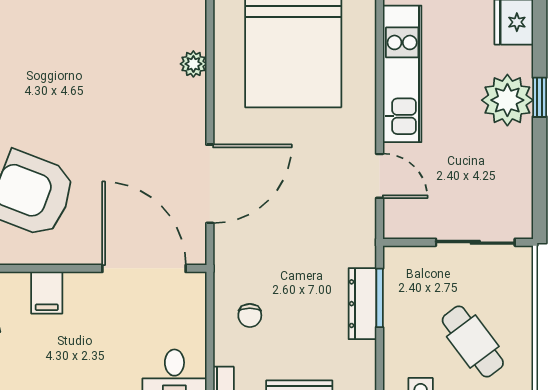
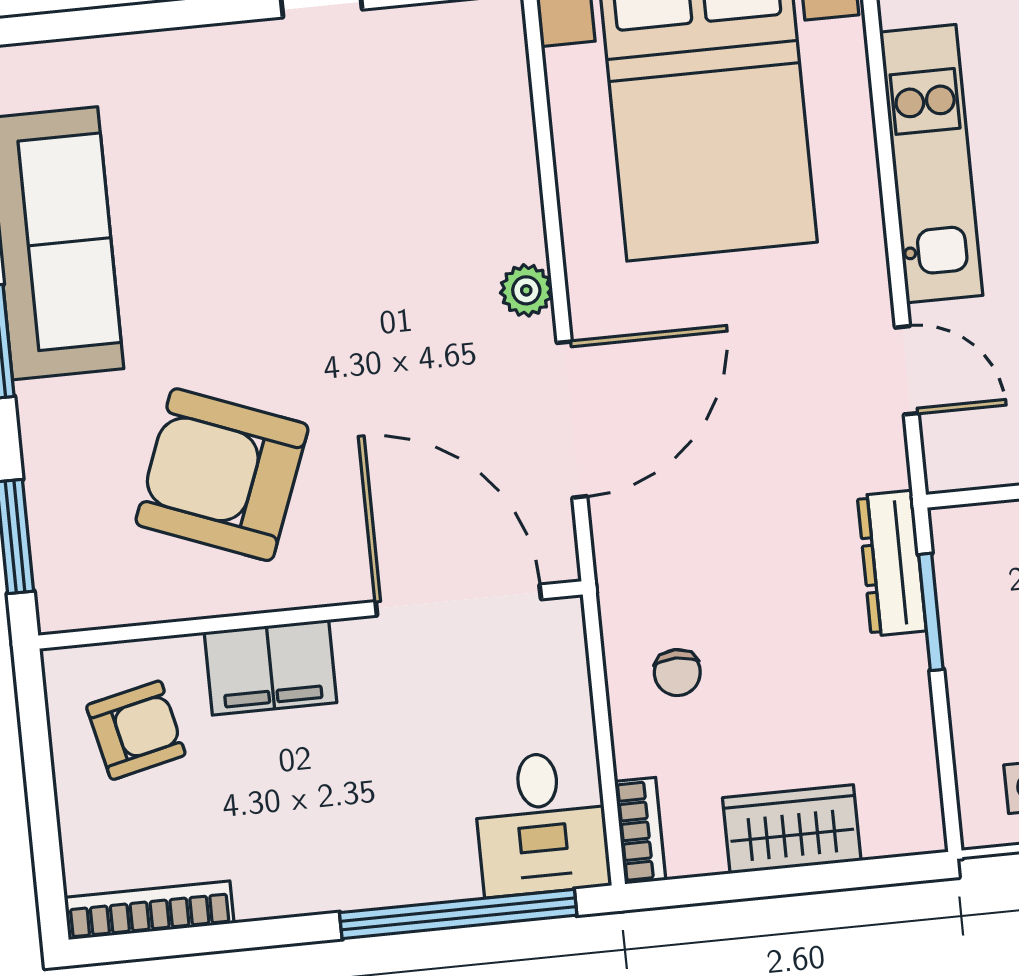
plant: (193, 64) -> (526, 290), moved
filing cabinet: (47, 293) -> (270, 667), width x2.00
dresser: (362, 304) -> (892, 563), moved

